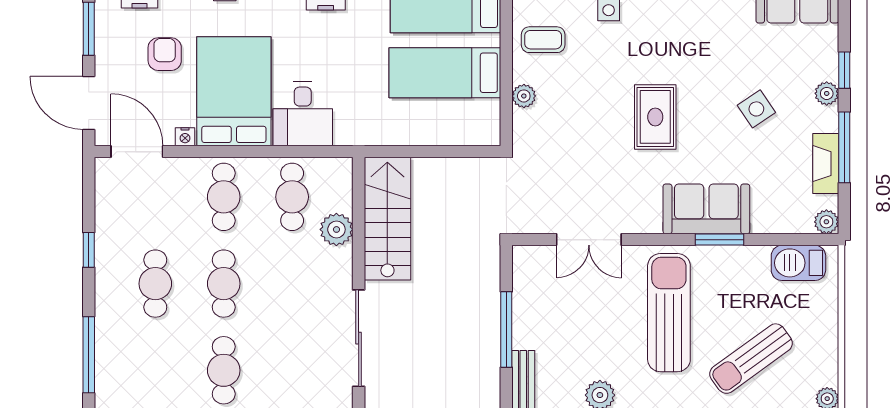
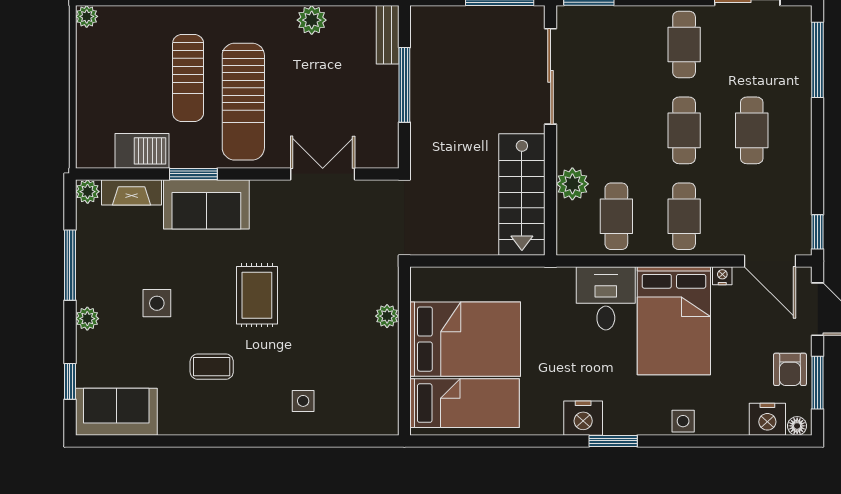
coffee table: (543, 40) -> (212, 367), moved
armchair: (165, 54) -> (790, 369), moved
window: (844, 70) -> (70, 381), moved
bed: (445, 73) -> (465, 339), width x1.50
side table: (756, 109) -> (157, 303), turned 34
fireplace: (826, 164) -> (132, 192), moved, turned 90
window: (89, 250) -> (818, 232), moved
barbecue: (798, 263) -> (142, 151), moved
sun lounger: (751, 359) -> (188, 78), moved, turned 126

